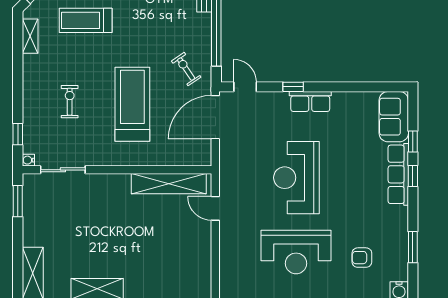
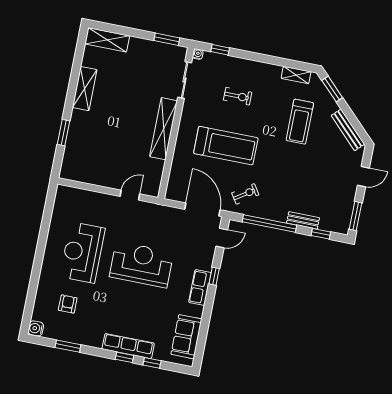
treadmill: (86, 20) -> (300, 122), turned 180
sofa: (394, 117) -> (186, 337), moved, turned -90
shelving: (169, 184) -> (164, 129), moved

